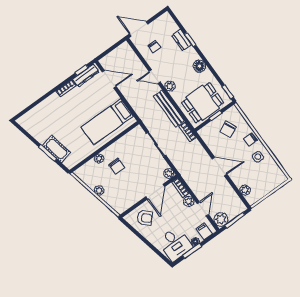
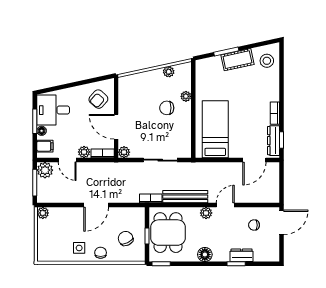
stool: (34, 120) -> (267, 61), added
cot: (57, 149) -> (237, 60), moved
plant: (99, 190) -> (169, 72), moved
plant: (245, 190) -> (43, 213), moved

